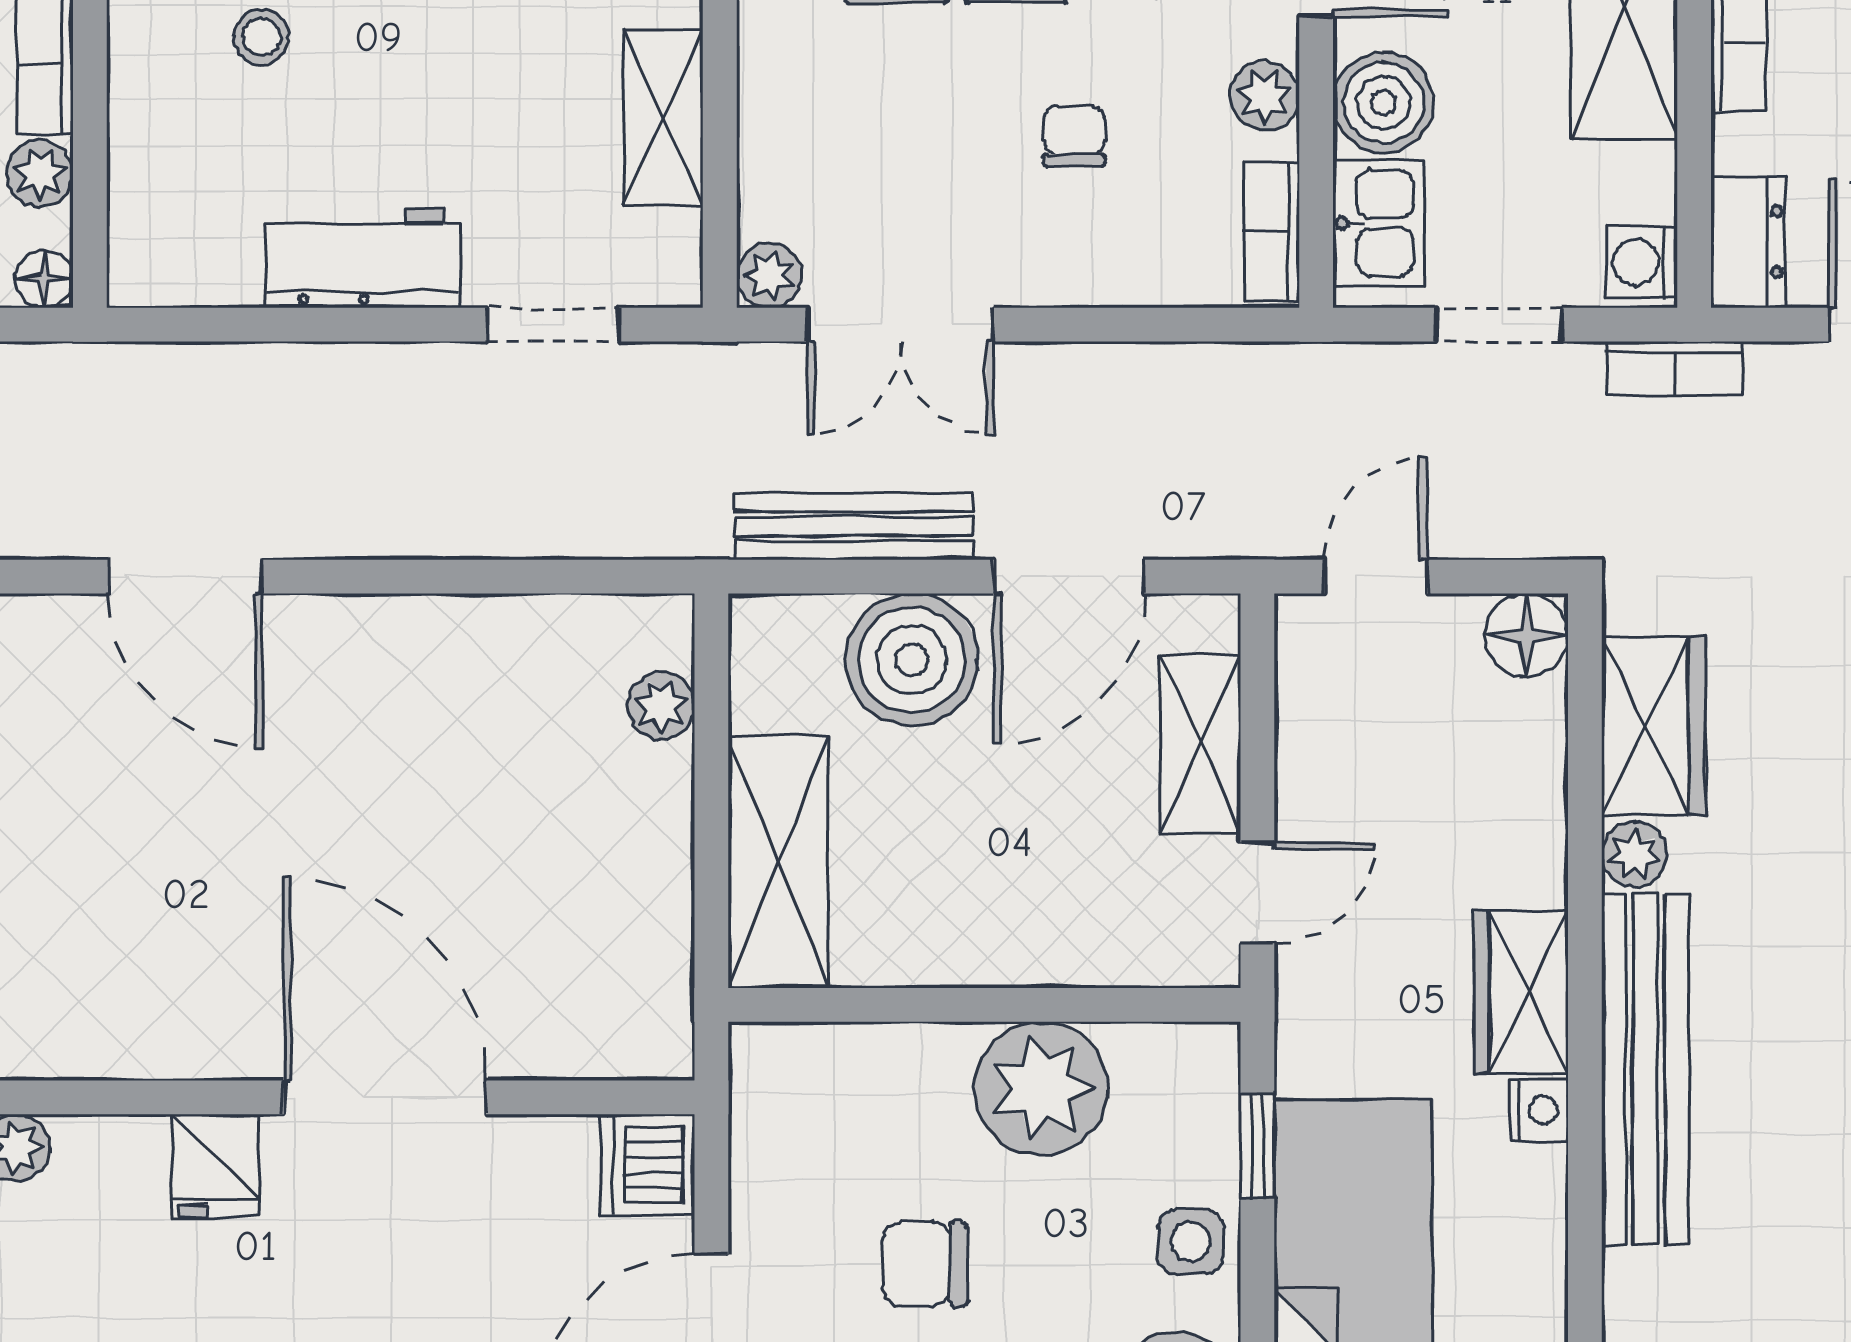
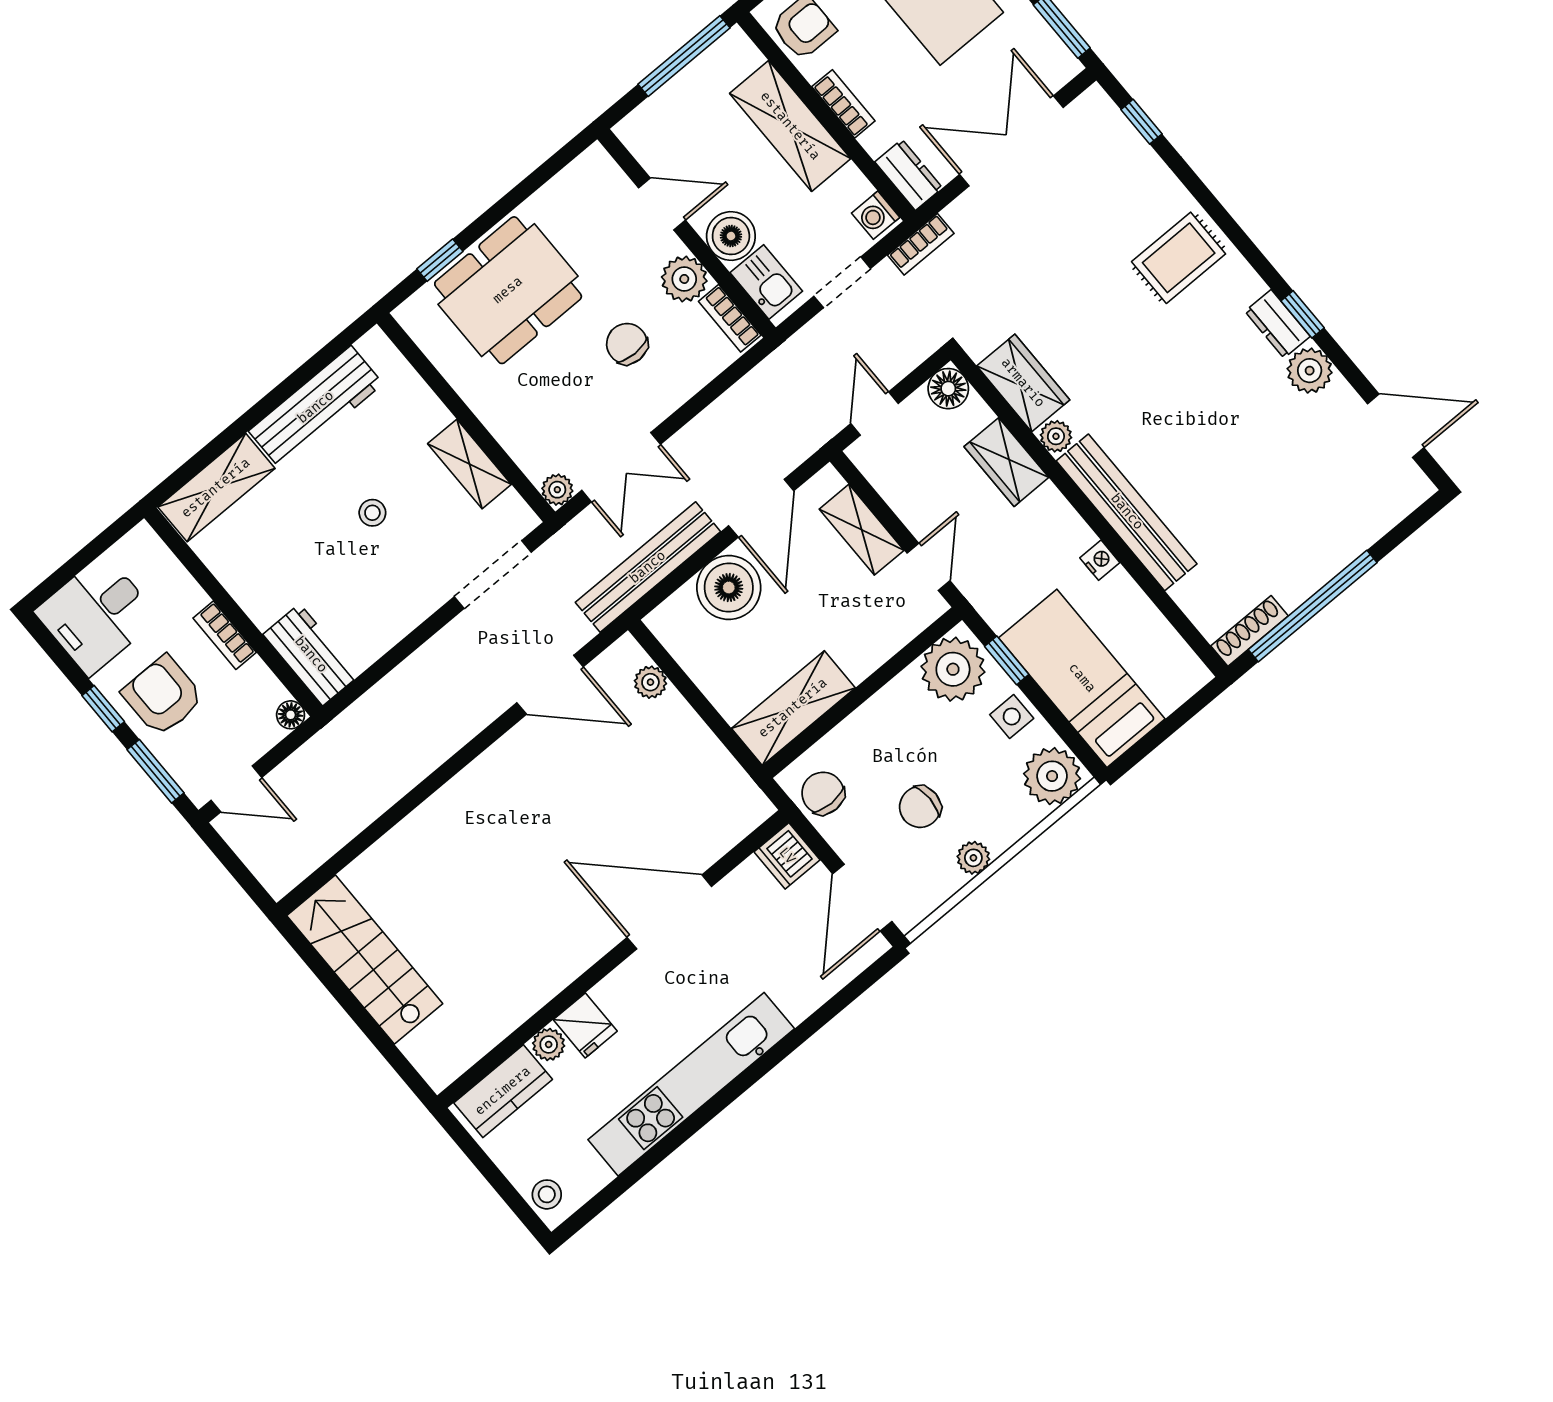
stool: (261, 37) -> (372, 513), moved
plant: (1265, 96) -> (684, 279), width x1.38, depth x1.38
chair: (1074, 136) -> (627, 344), width x1.37, depth x1.37
plant: (40, 174) -> (256, 677), removed
workbench: (363, 258) -> (311, 655), moved, turned 90
doorway: (553, 325) -> (493, 574), width x1.38
bench: (854, 526) -> (648, 567), width x1.37, depth x1.21
door: (186, 577) -> (550, 685), moved
shelving: (779, 862) -> (793, 708), moved, turned 90
wardrobe: (1521, 992) -> (1006, 462), moved
plant: (1041, 1088) -> (953, 669), moved
chair: (788, 1113) -> (823, 793), added
fridge: (215, 1166) -> (585, 1025), moved

